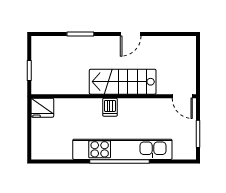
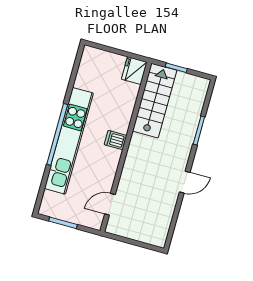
door: (131, 34) -> (185, 182), swing flipped
stairs: (123, 82) -> (155, 101), moved
door: (182, 96) -> (110, 204), moved

